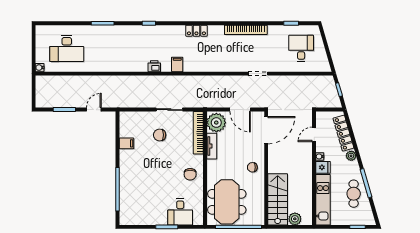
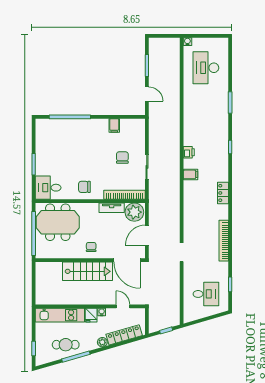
stairs: (278, 199) -> (88, 271), moved
desk: (180, 212) -> (48, 188), moved
plant: (295, 219) -> (41, 288), removed

